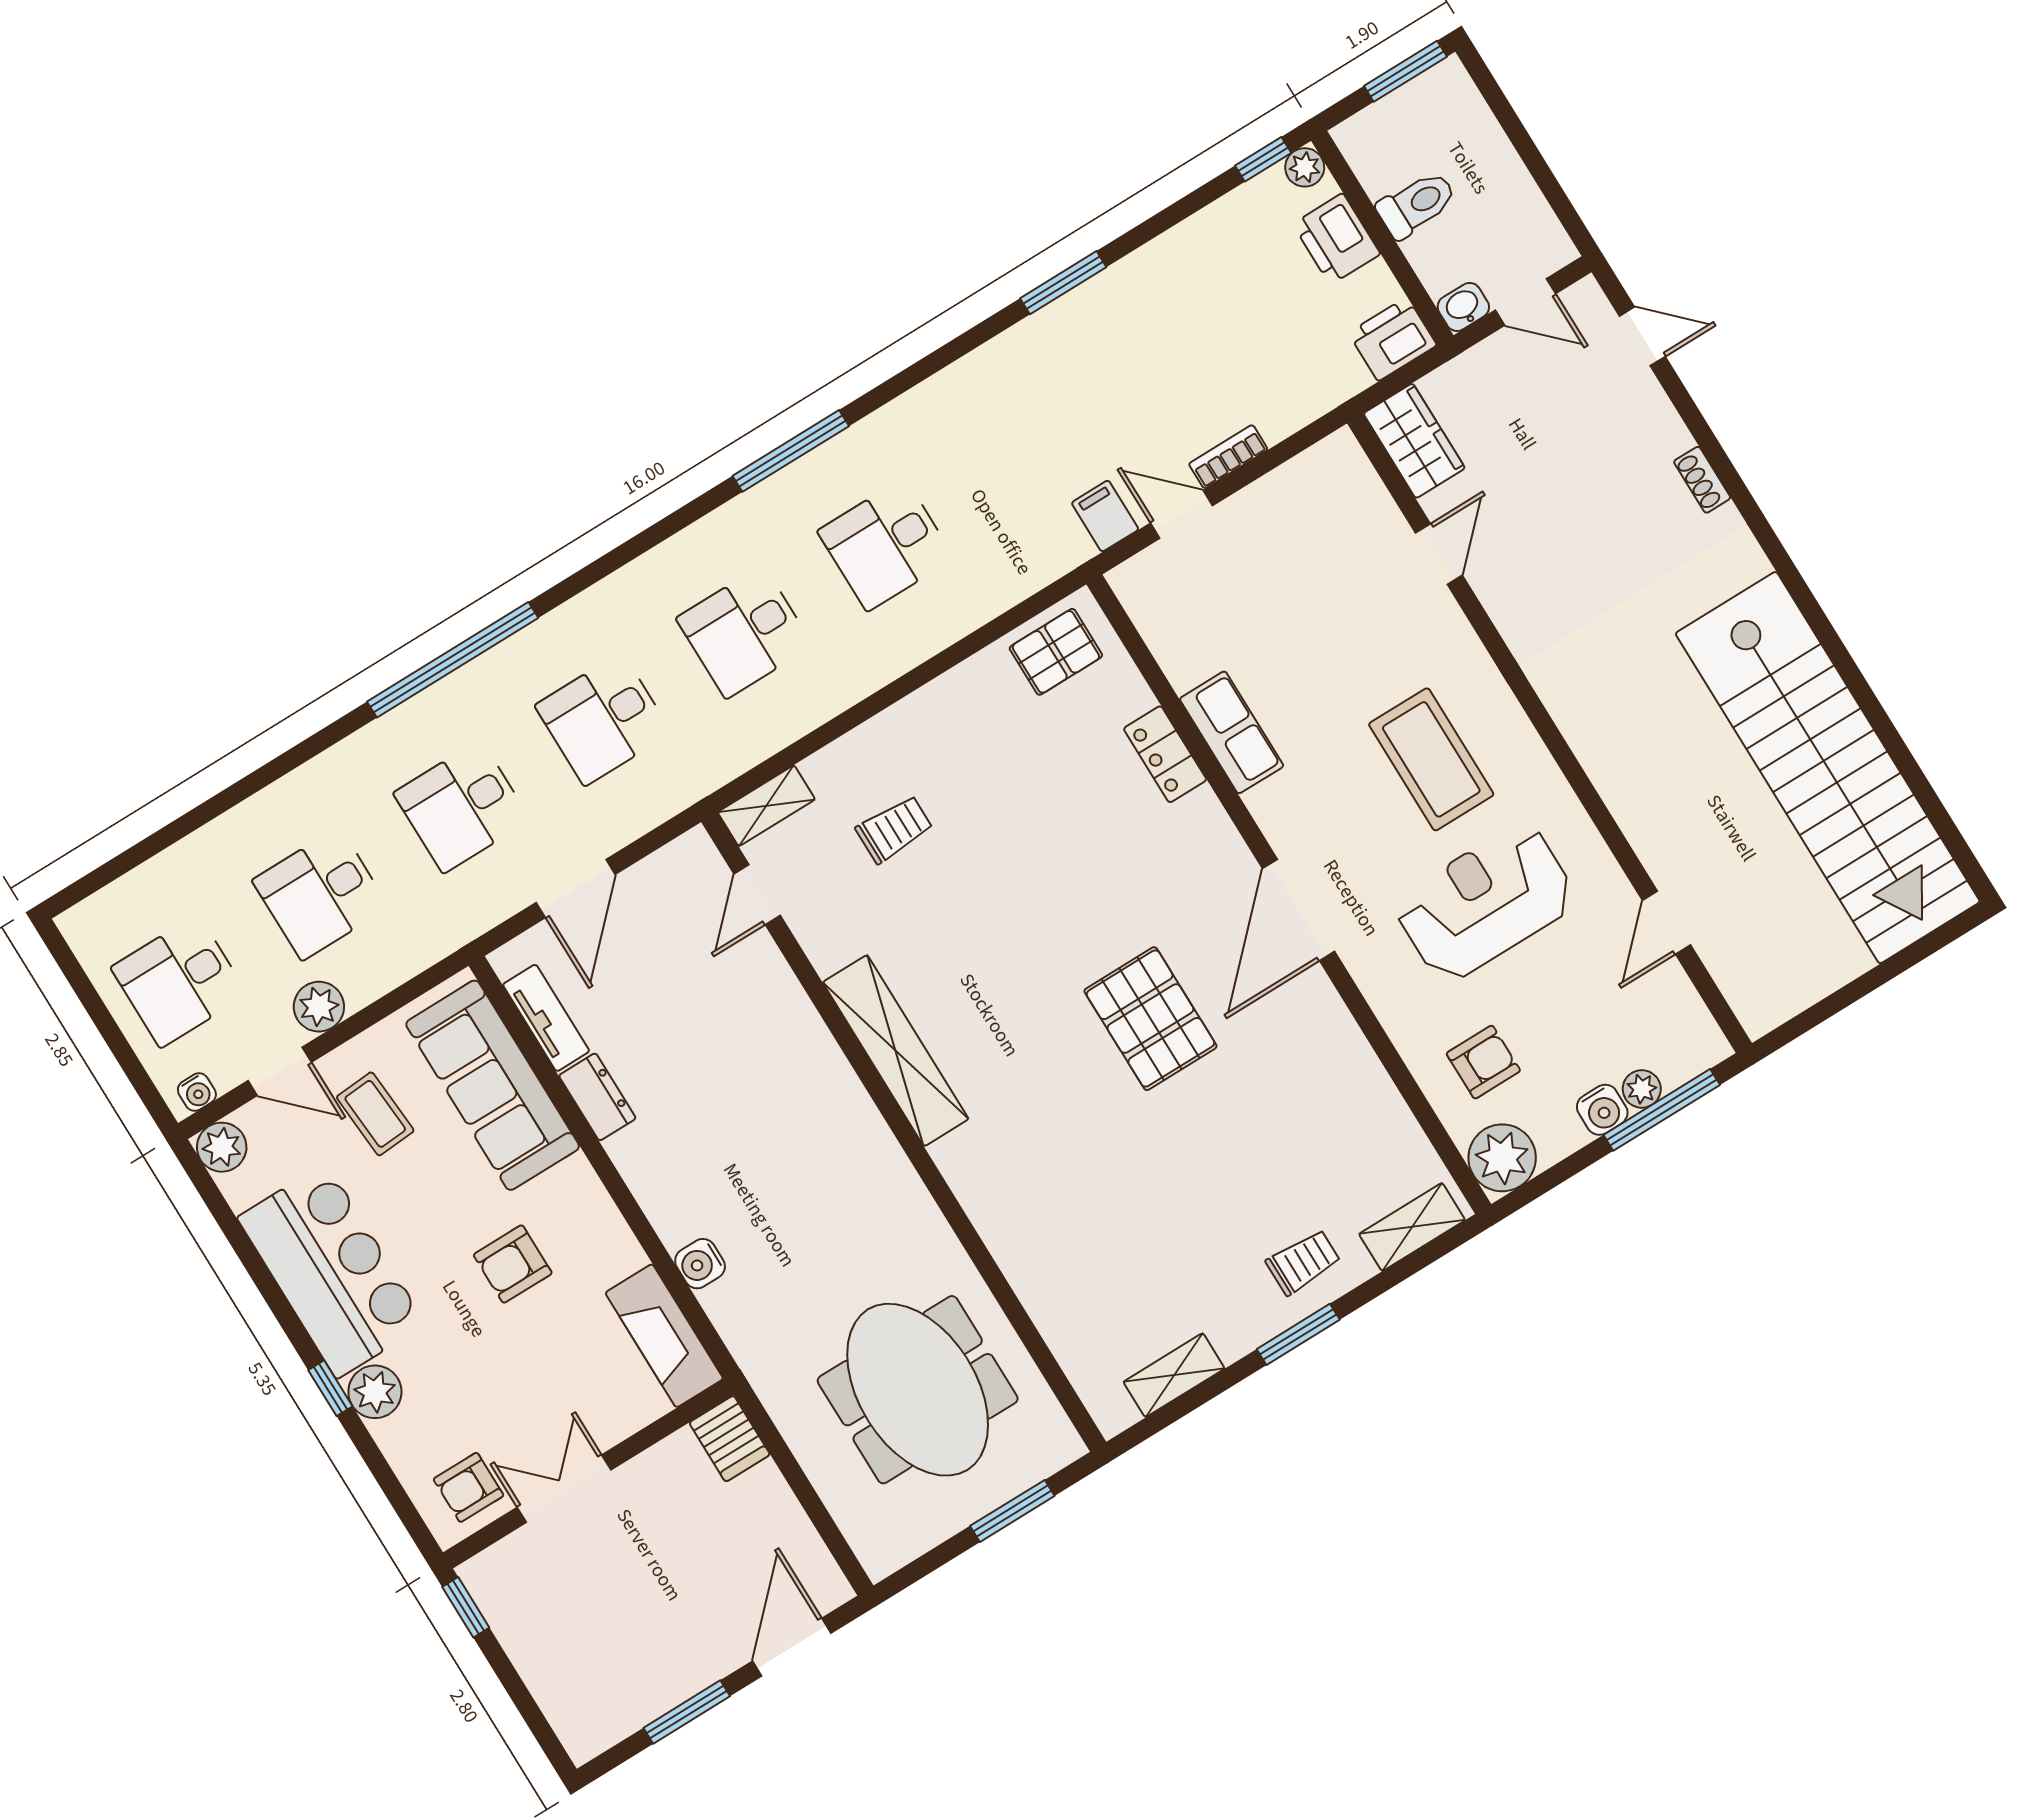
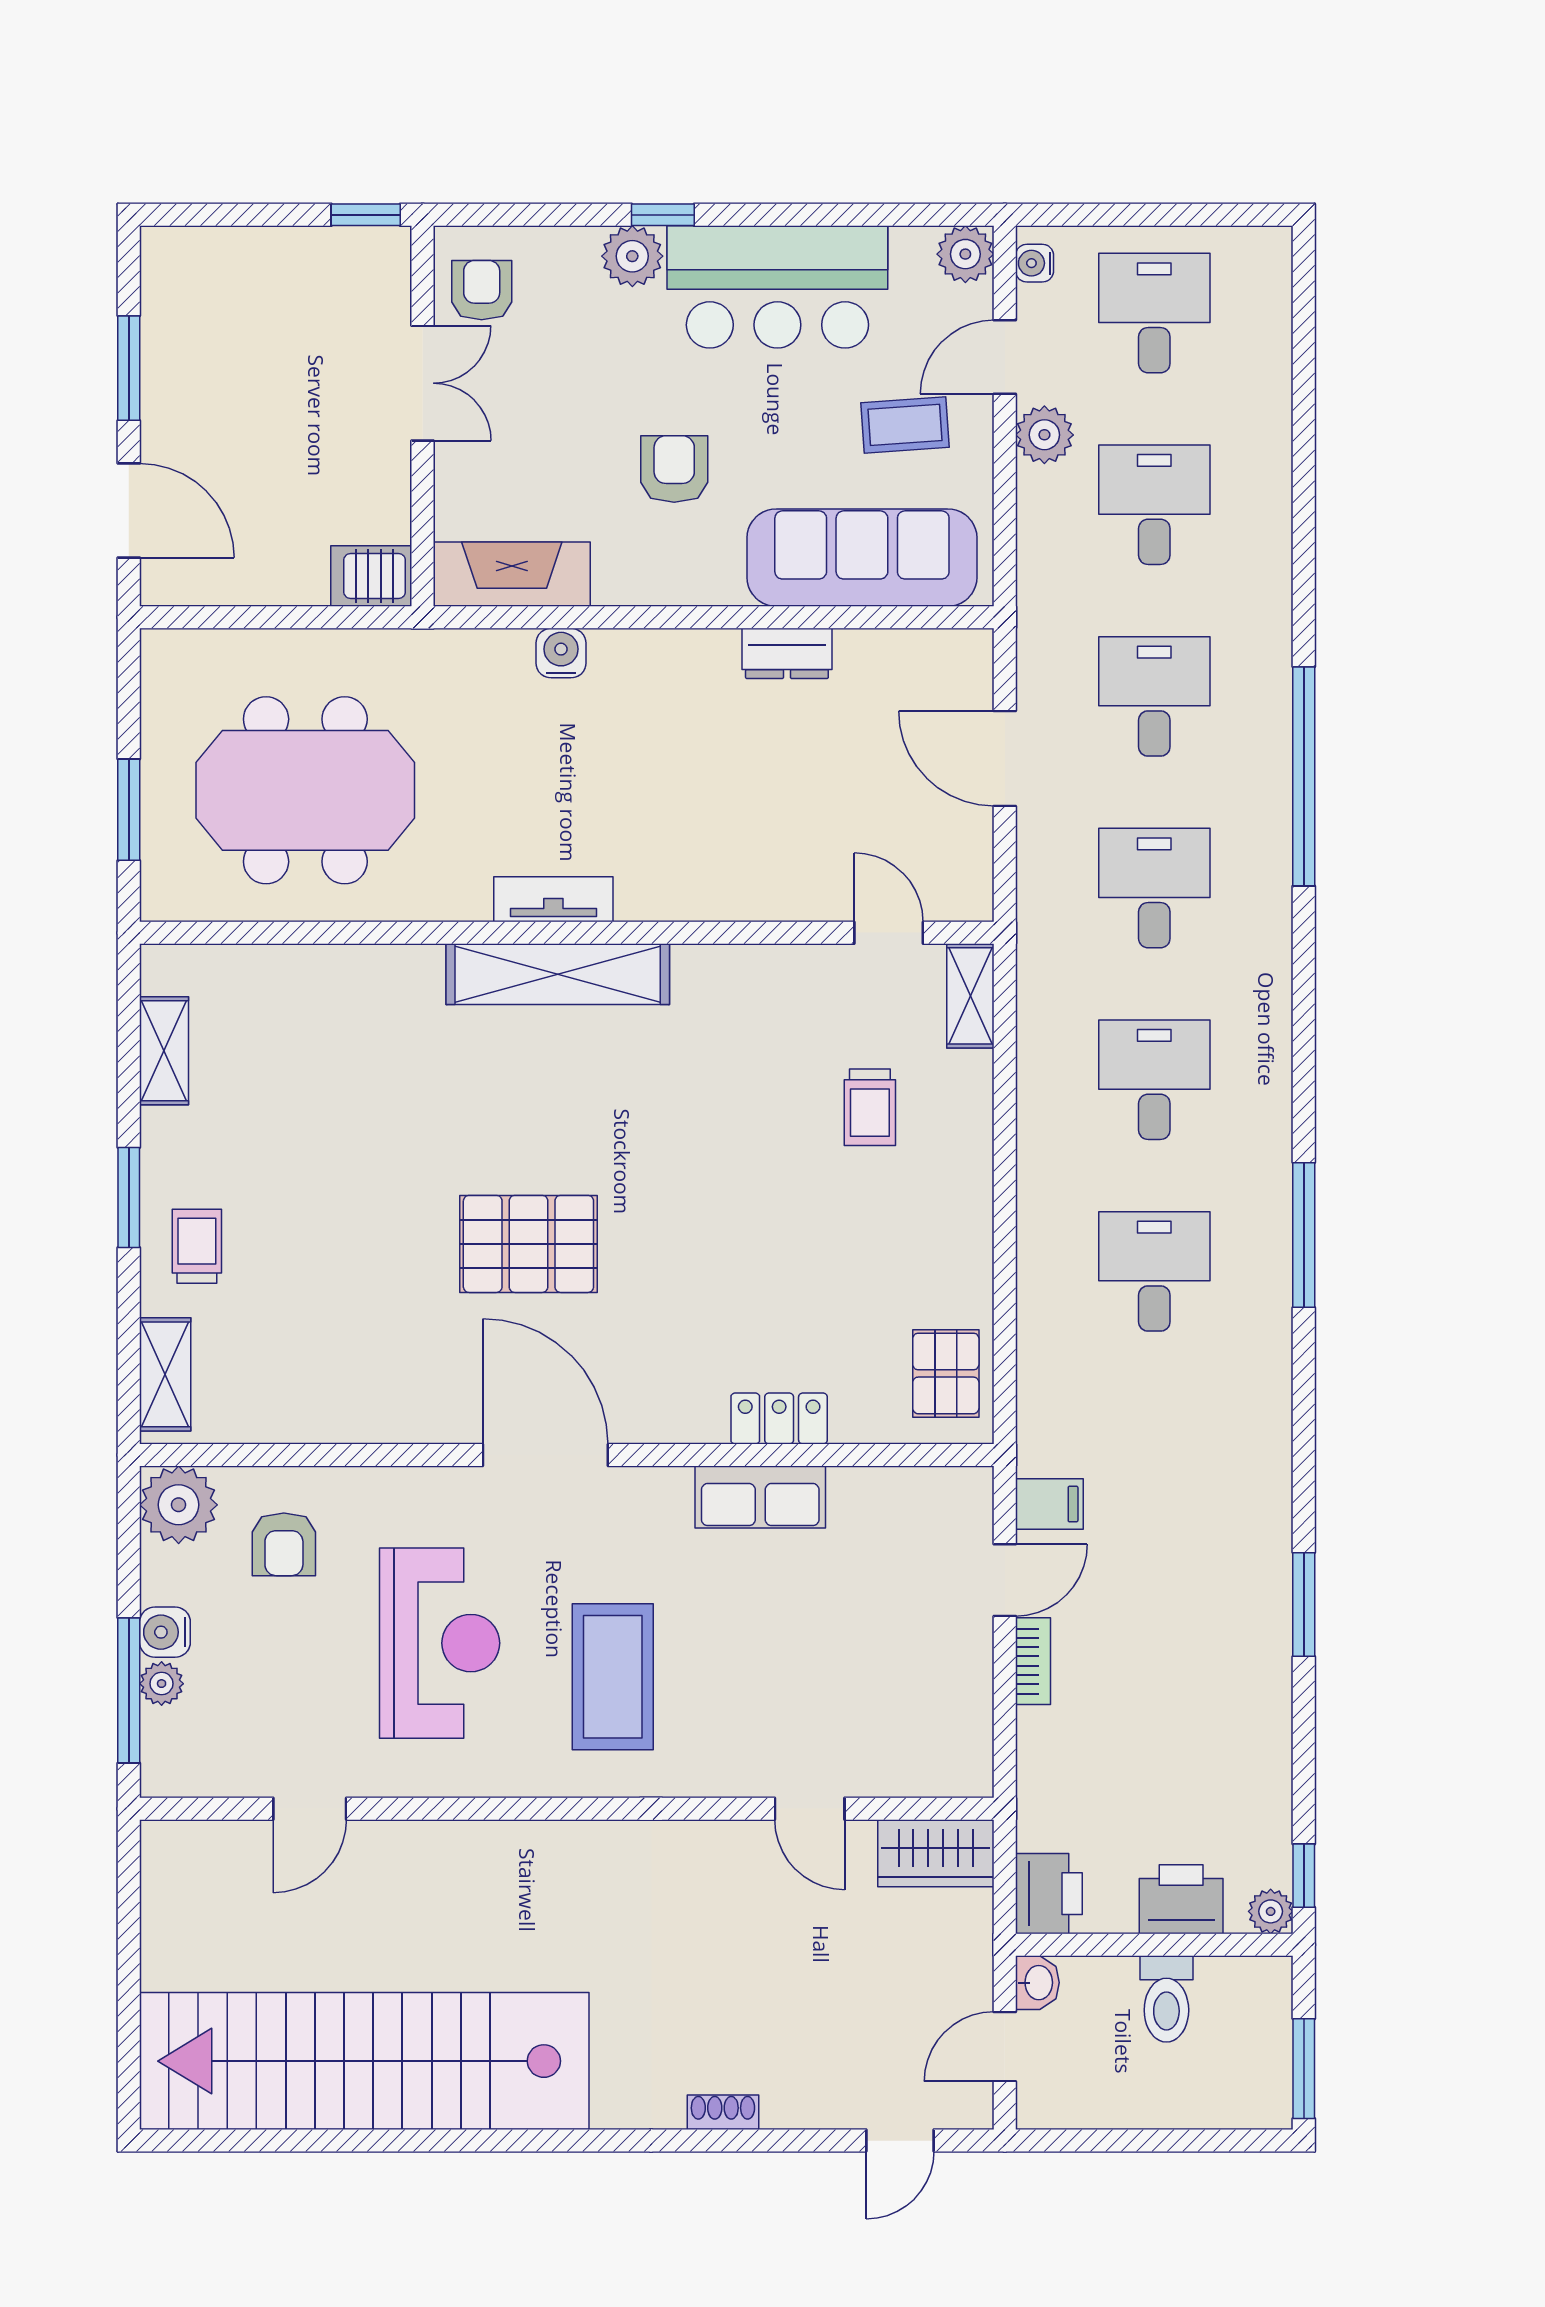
coffee table: (1431, 759) -> (613, 1677), turned 90
door: (1666, 923) -> (310, 1809), swing flipped
tv unit: (546, 1018) -> (553, 899), moved, turned 180
shelving: (896, 1051) -> (558, 974), moved
trolley: (1303, 1262) -> (197, 1246), turned 180

